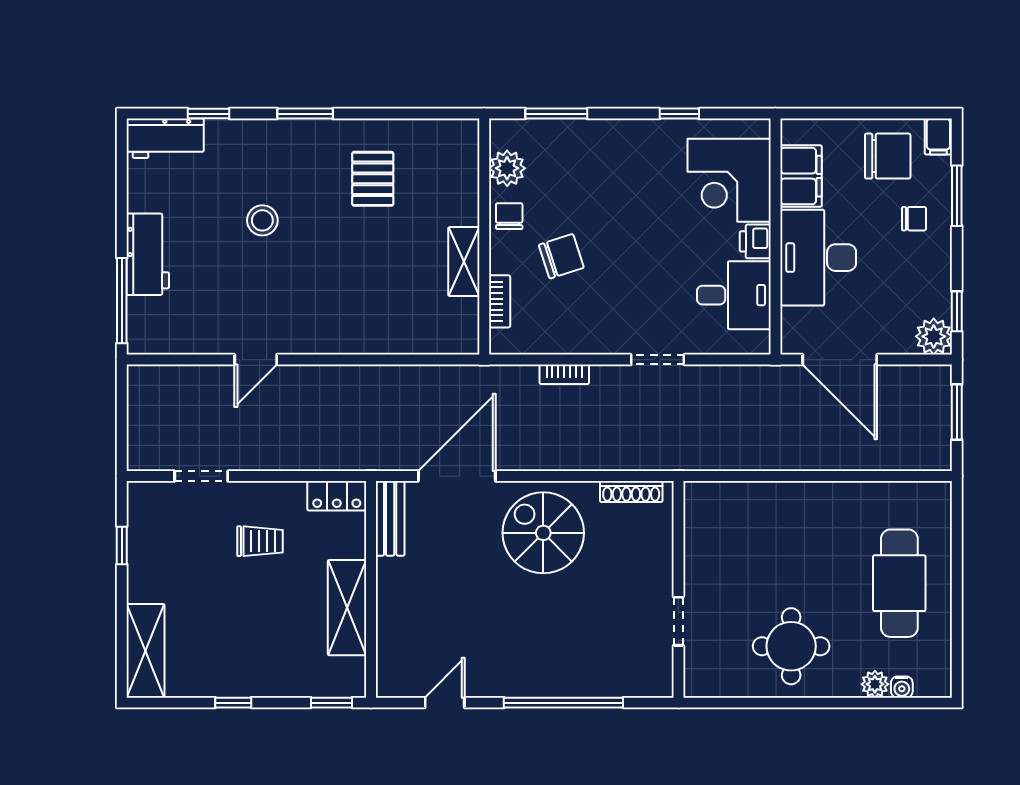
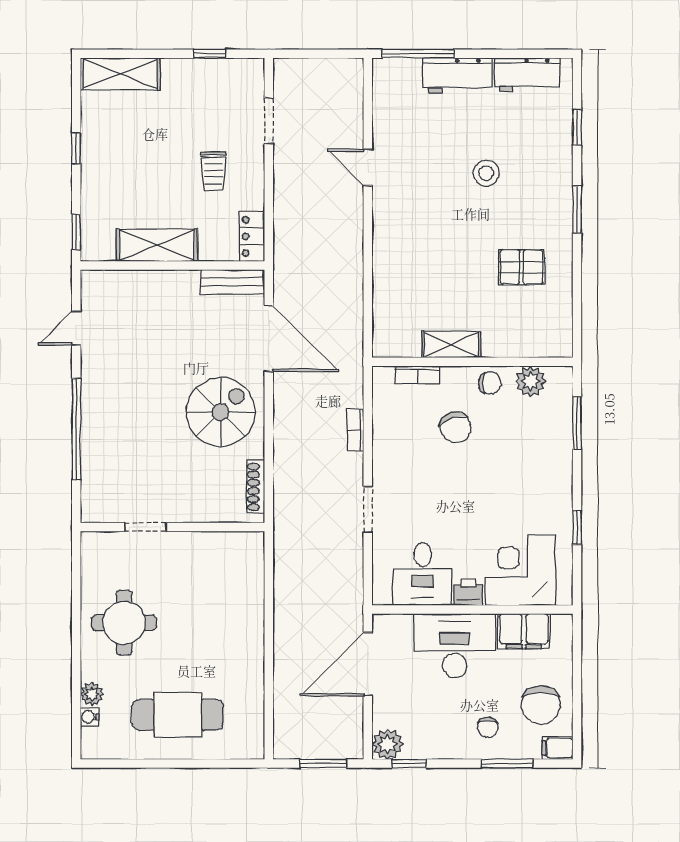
workbench: (165, 138) -> (527, 75), moved, turned -90
door: (445, 703) -> (76, 328), swing flipped

